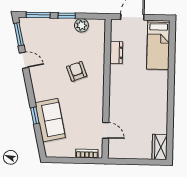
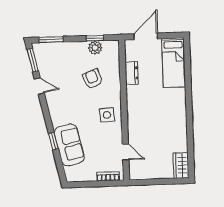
window: (67, 16) -> (95, 38), moved
armchair: (77, 71) -> (93, 79), moved
side table: (89, 93) -> (107, 115), added

